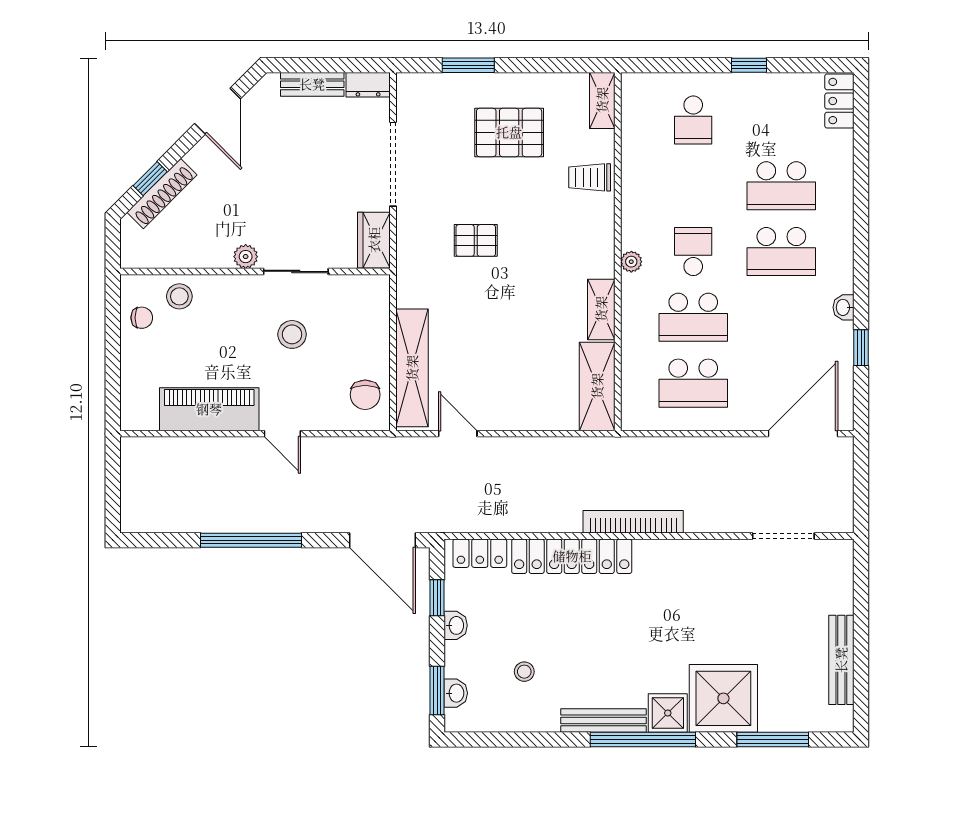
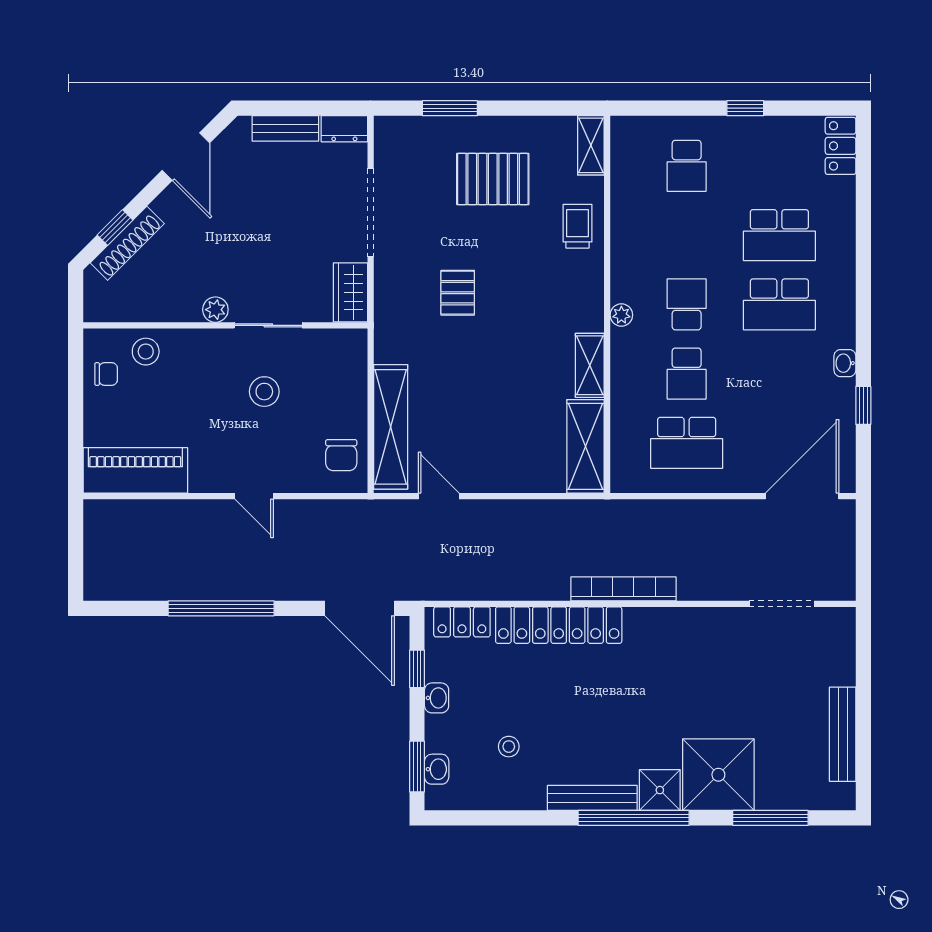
trolley: (590, 177) -> (578, 226), turned 90
pallet: (476, 240) -> (458, 293), turned 90
school desk: (693, 317) -> (687, 374), width x0.54
piano: (209, 409) -> (135, 470), moved

